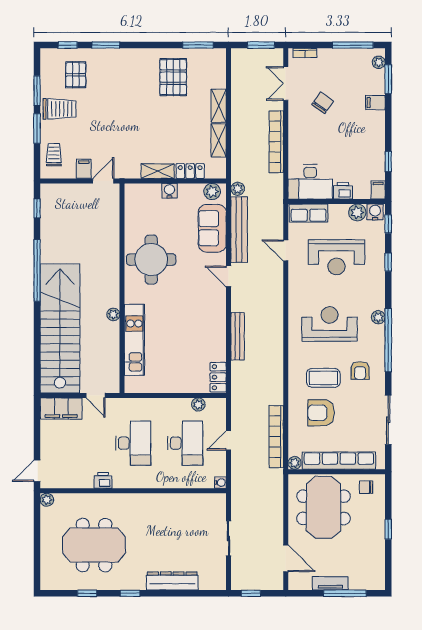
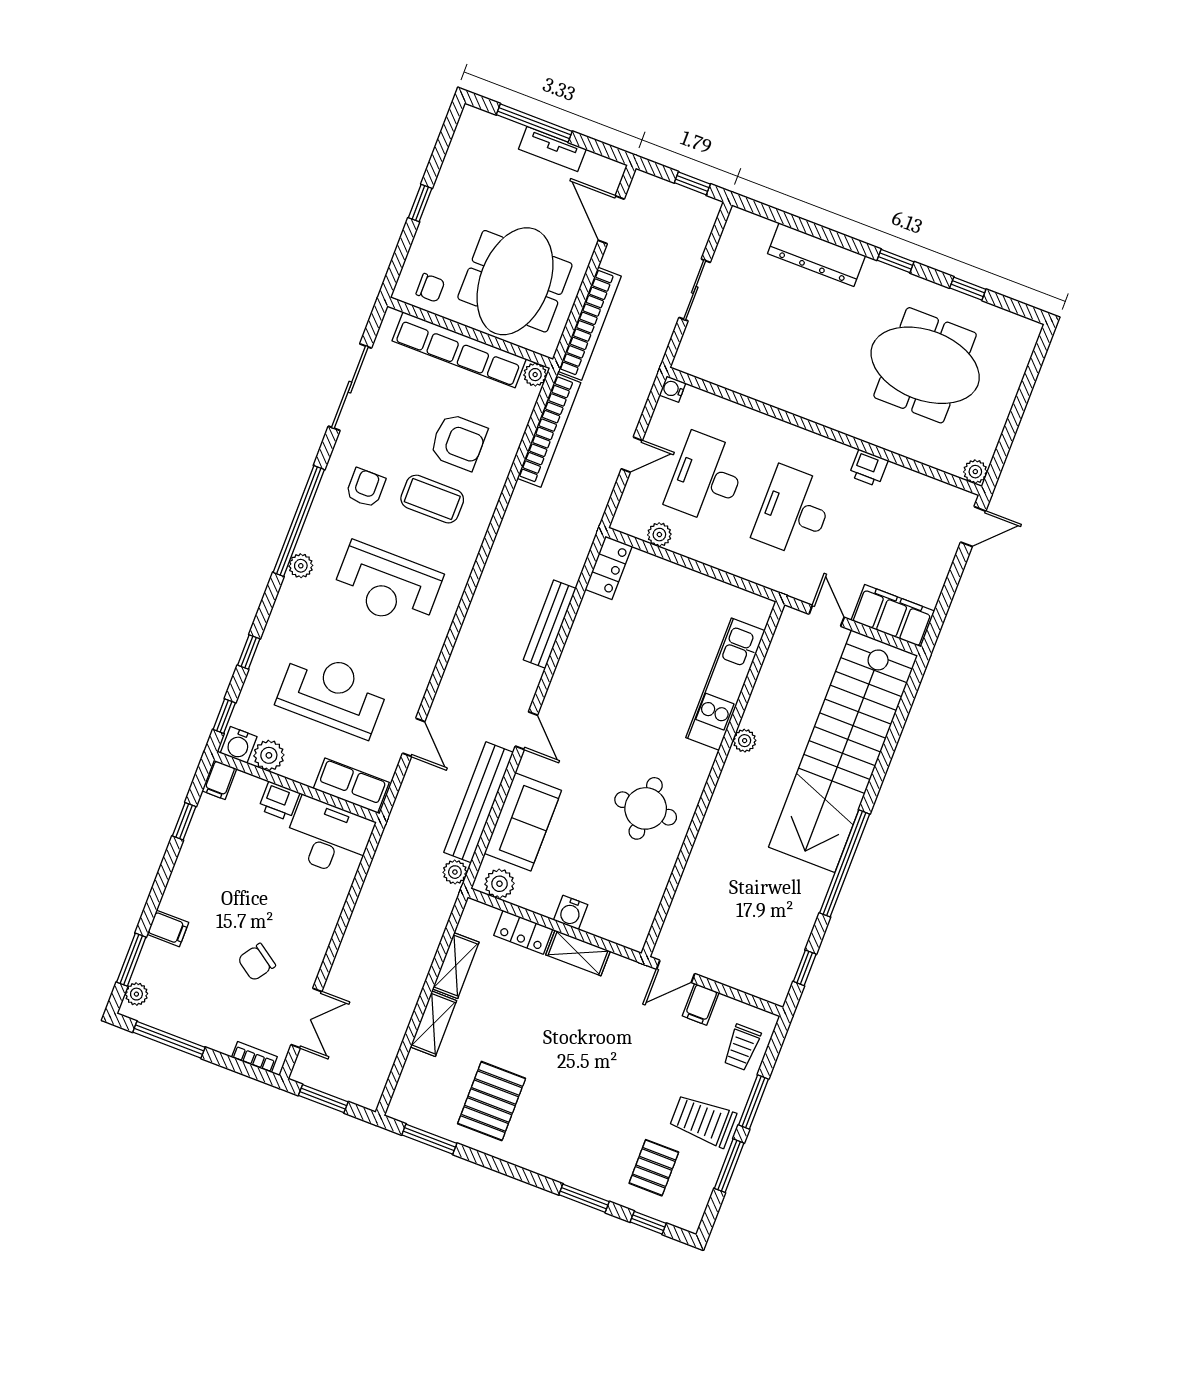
bookcase: (276, 142) -> (590, 324), moved
round table: (151, 260) -> (646, 808), width x0.73, depth x0.73

